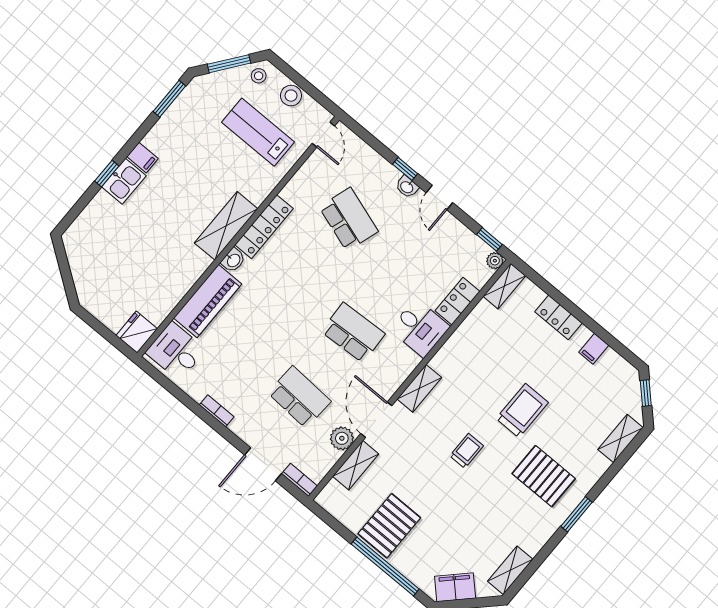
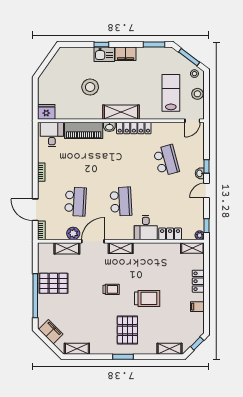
filing cabinet: (142, 158) -> (126, 54), width x2.00
school desk: (349, 219) -> (166, 160), turned -33
stool: (154, 240) -> (90, 87), added

